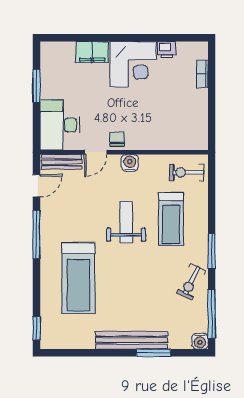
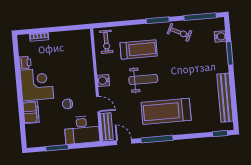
chair: (117, 139) -> (67, 104), moved
weight bench: (126, 222) -> (143, 79), turned 180
treadmill: (78, 278) -> (166, 111), moved, turned 180
bench: (131, 340) -> (225, 98), moved
water cooler: (200, 341) -> (220, 36), moved

